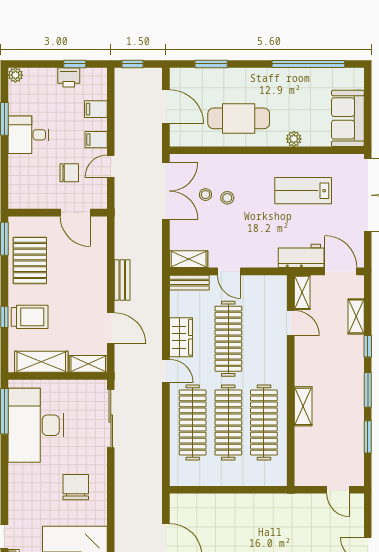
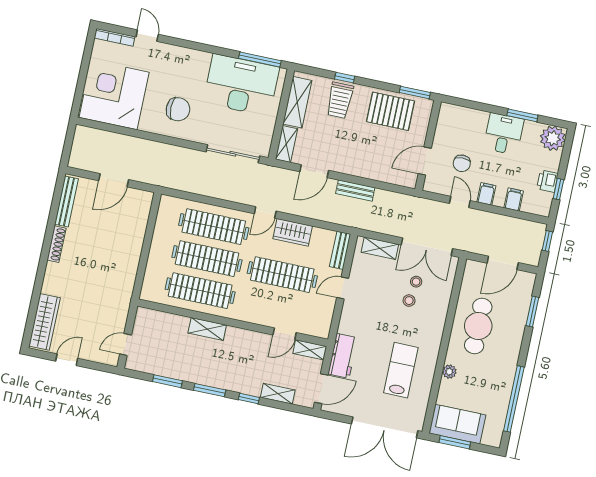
plant: (15, 75) -> (553, 138), width x1.87, depth x1.87
window: (368, 117) -> (455, 442), added
shelving: (189, 259) -> (380, 248), moved, turned 90

